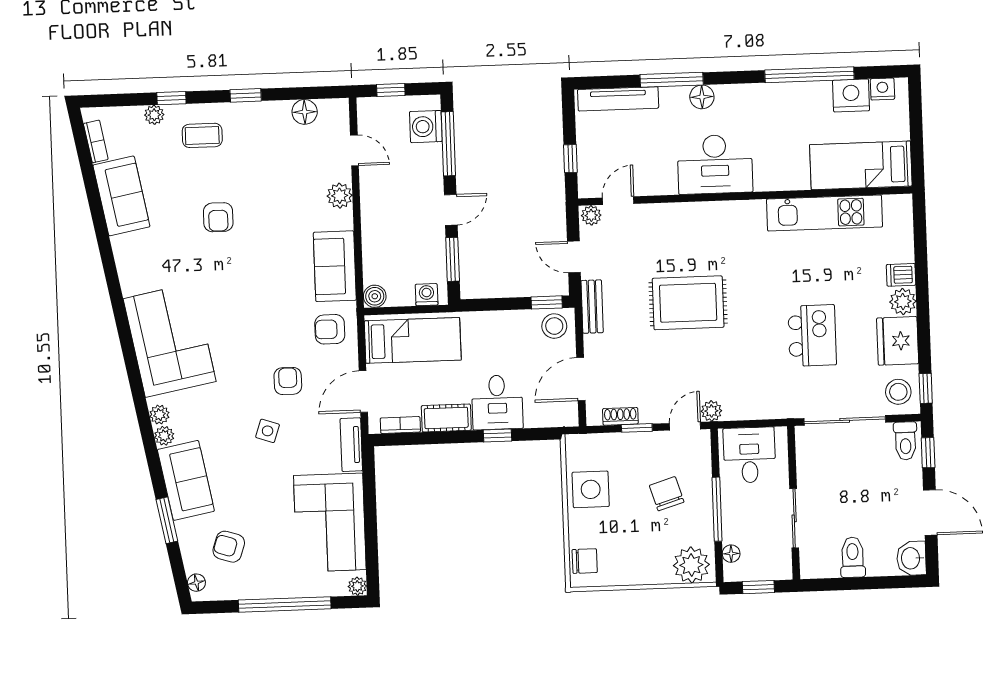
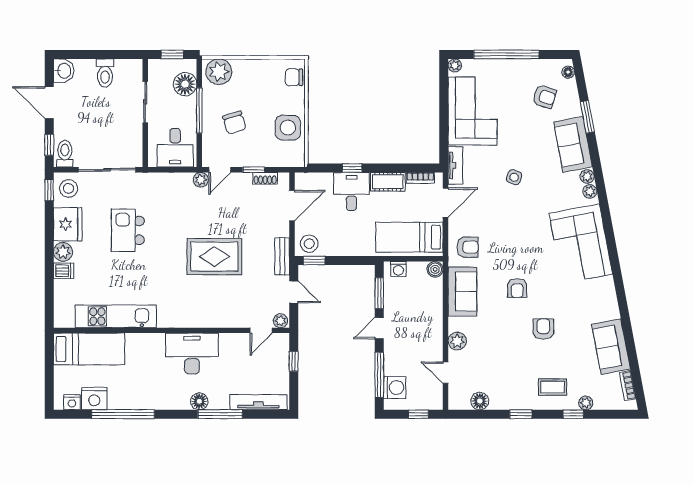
armchair: (288, 381) -> (517, 288), moved
floor lamp: (731, 554) -> (185, 84), width x1.89, depth x1.89

